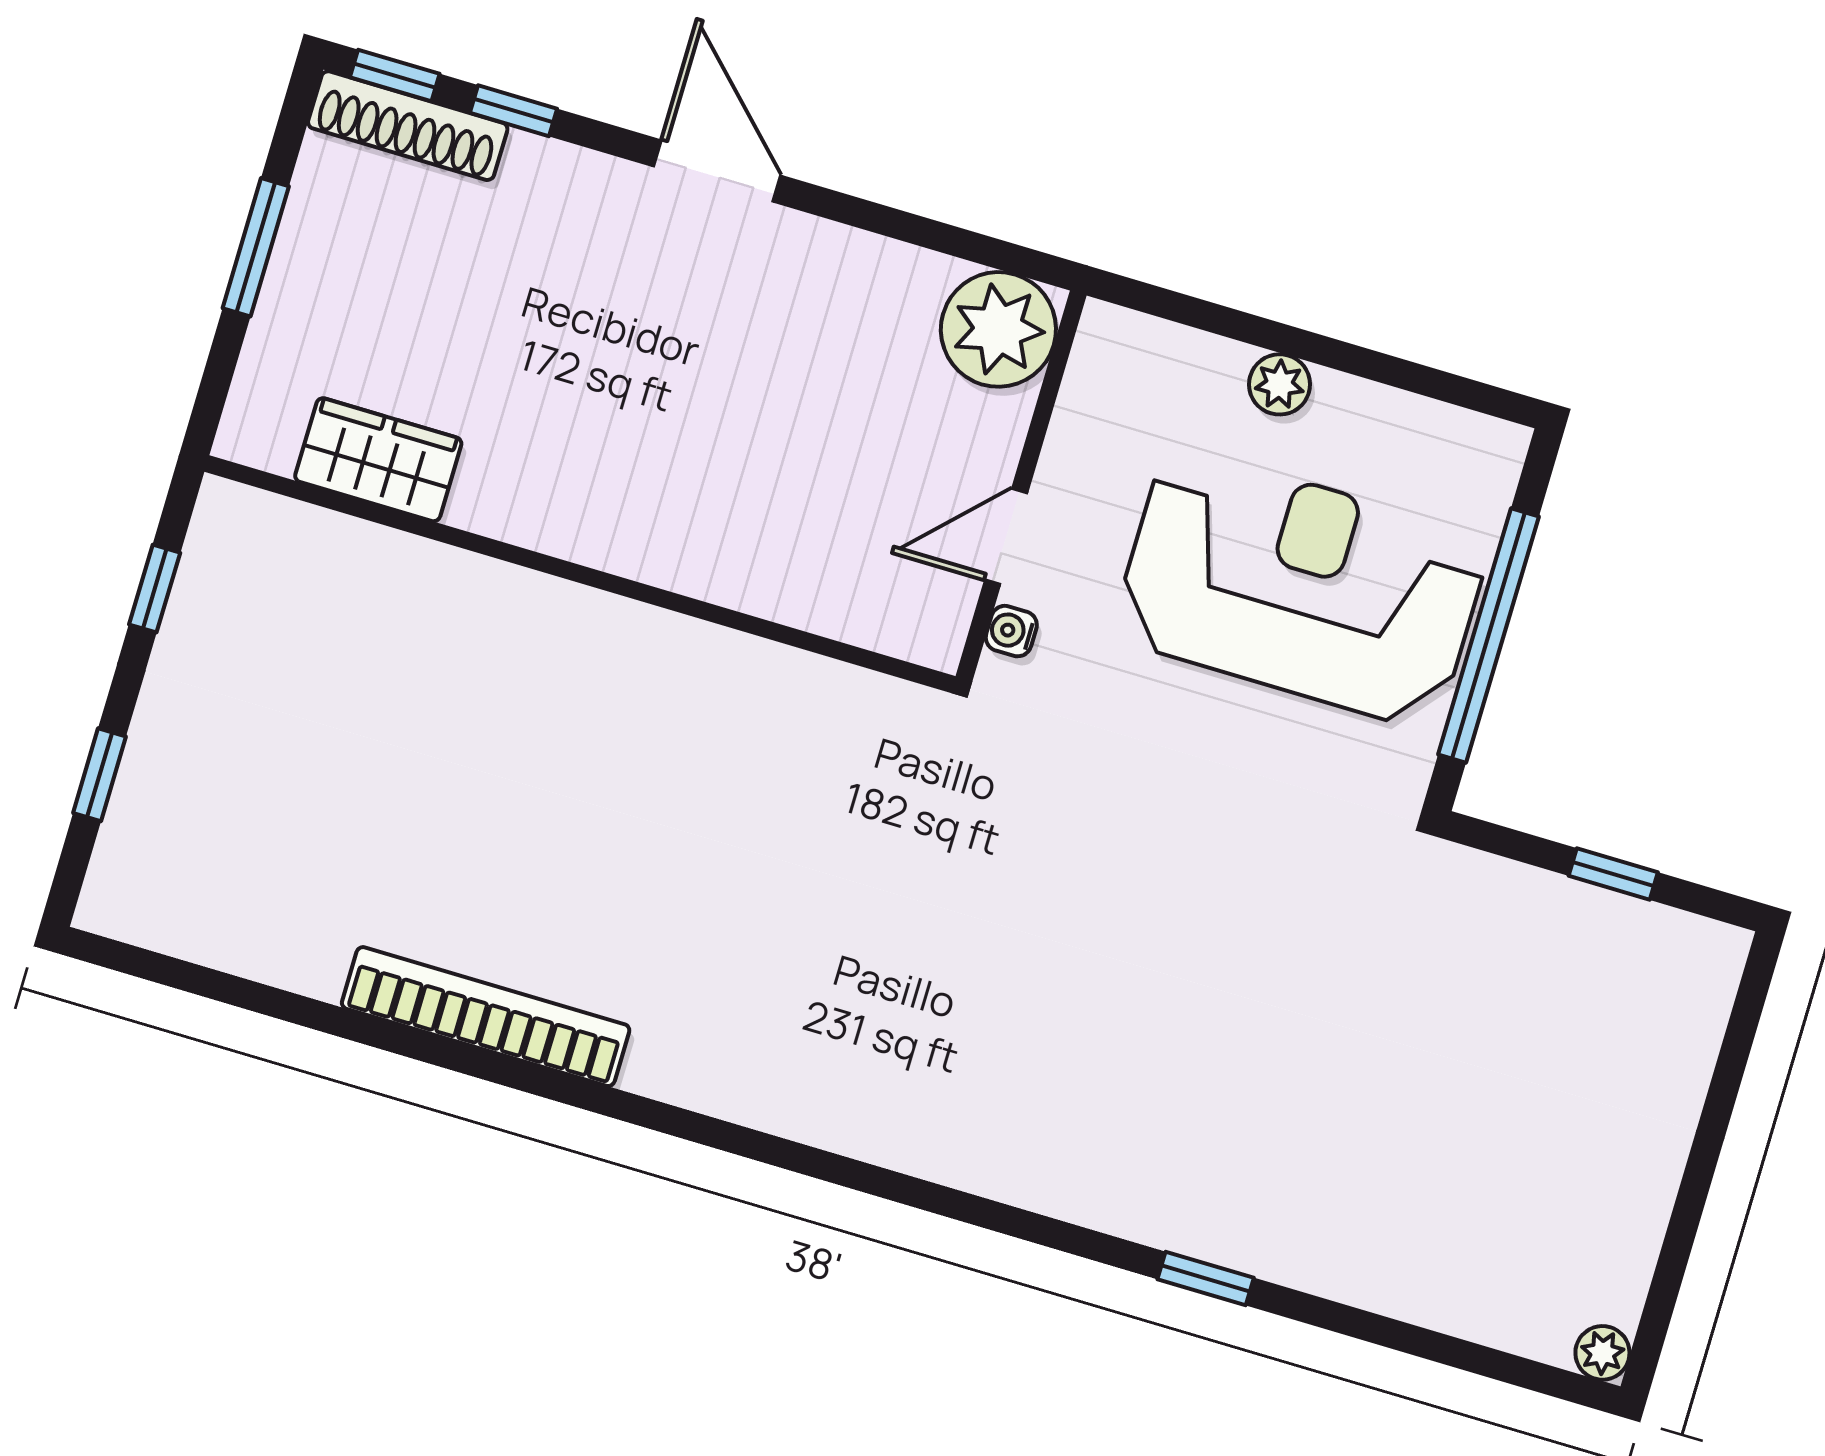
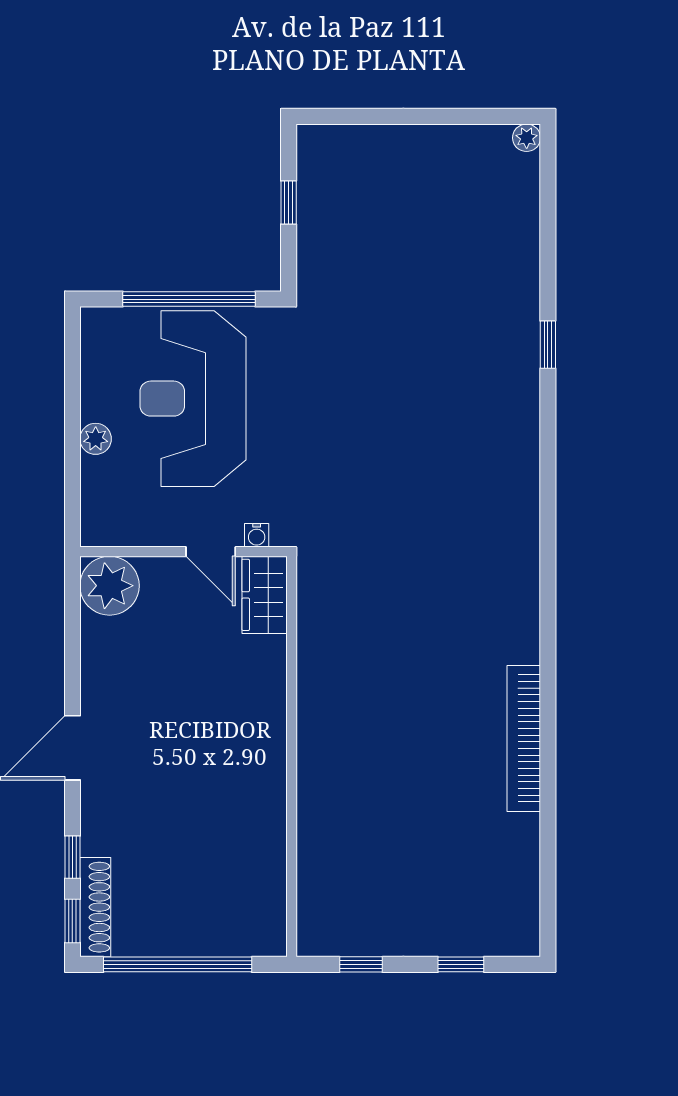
window: (256, 247) -> (178, 964), width x2.11
wardrobe: (378, 460) -> (265, 595), moved

